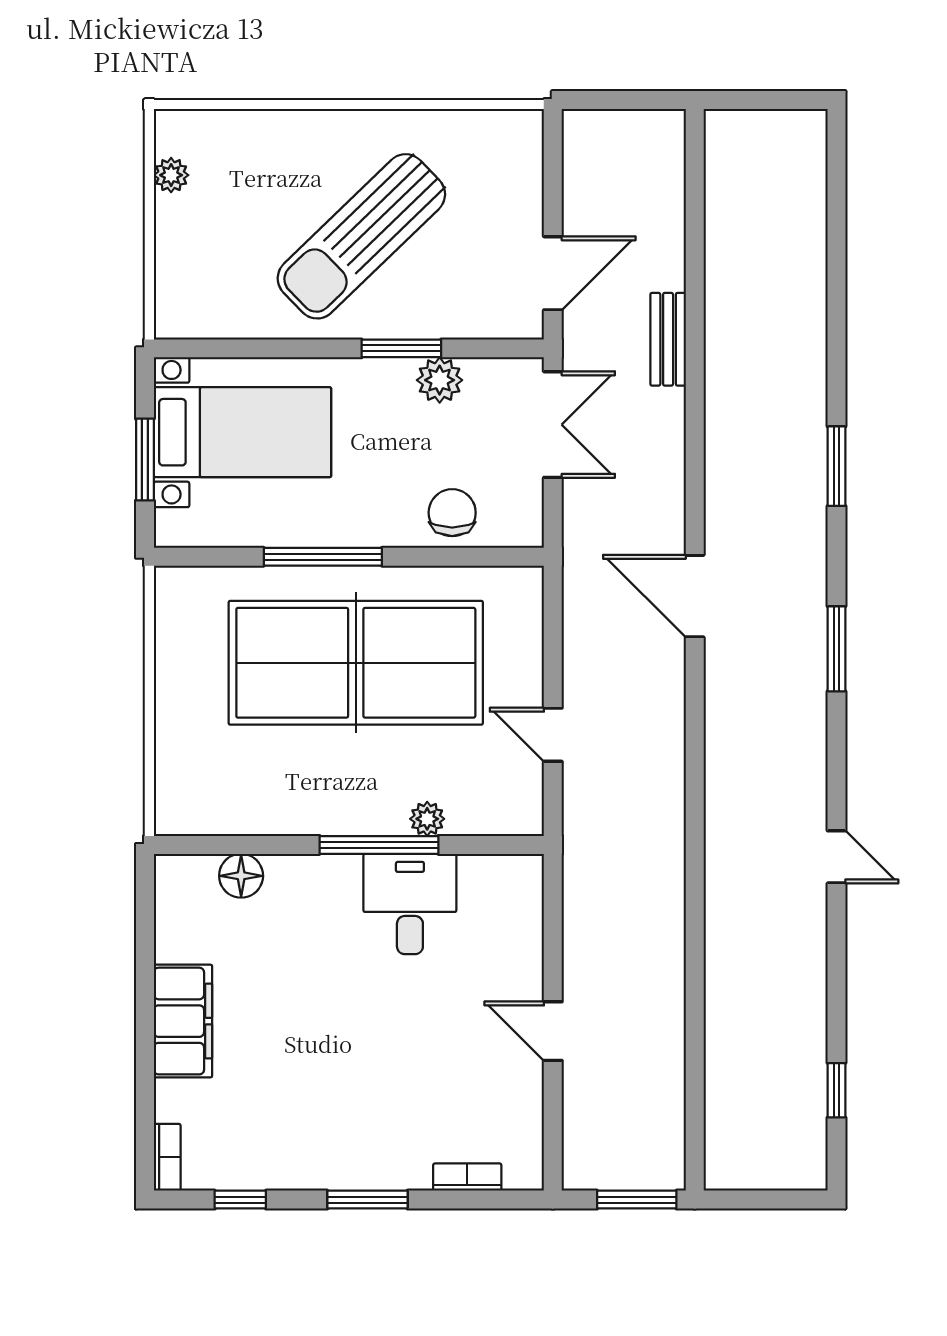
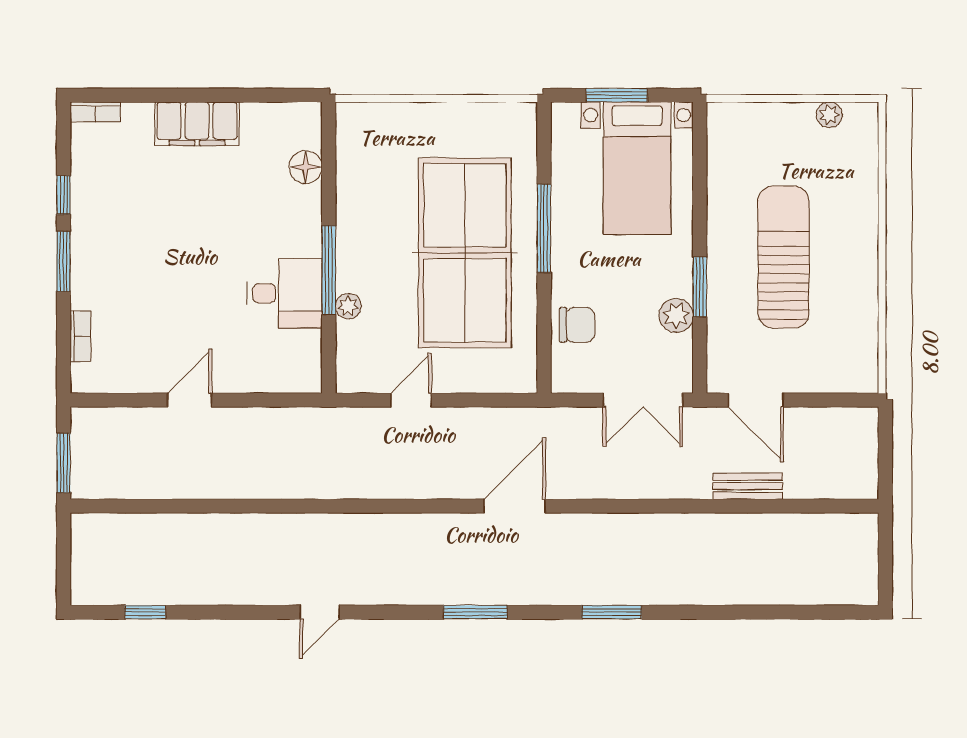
sun lounger: (361, 236) -> (784, 257), turned 44
bench: (668, 339) -> (748, 486), moved
window: (240, 1200) -> (64, 195), moved

